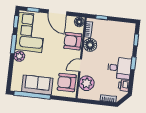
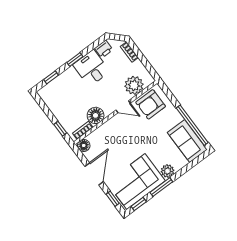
armchair: (73, 41) -> (107, 135), removed
armchair: (67, 82) -> (151, 104), turned 90
sofa: (37, 85) -> (187, 141), moved

